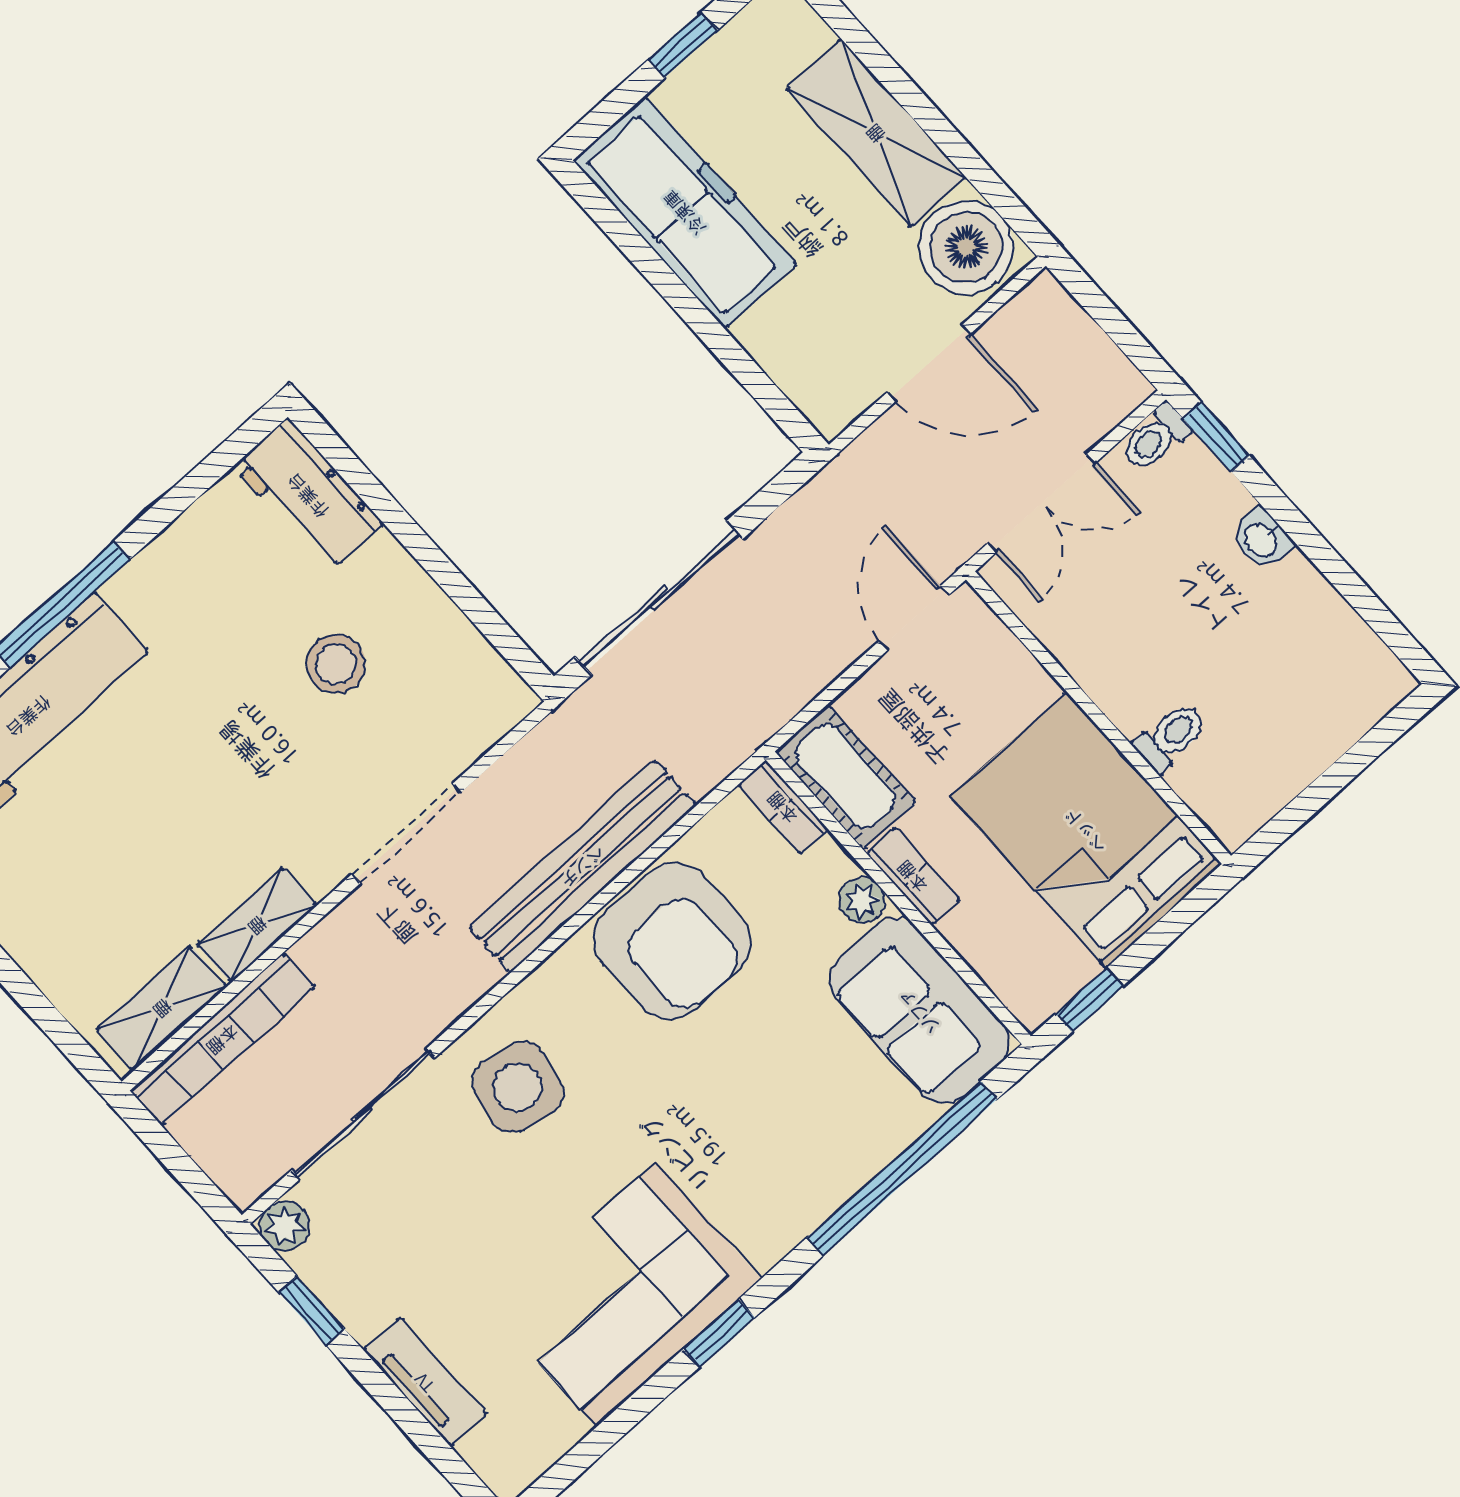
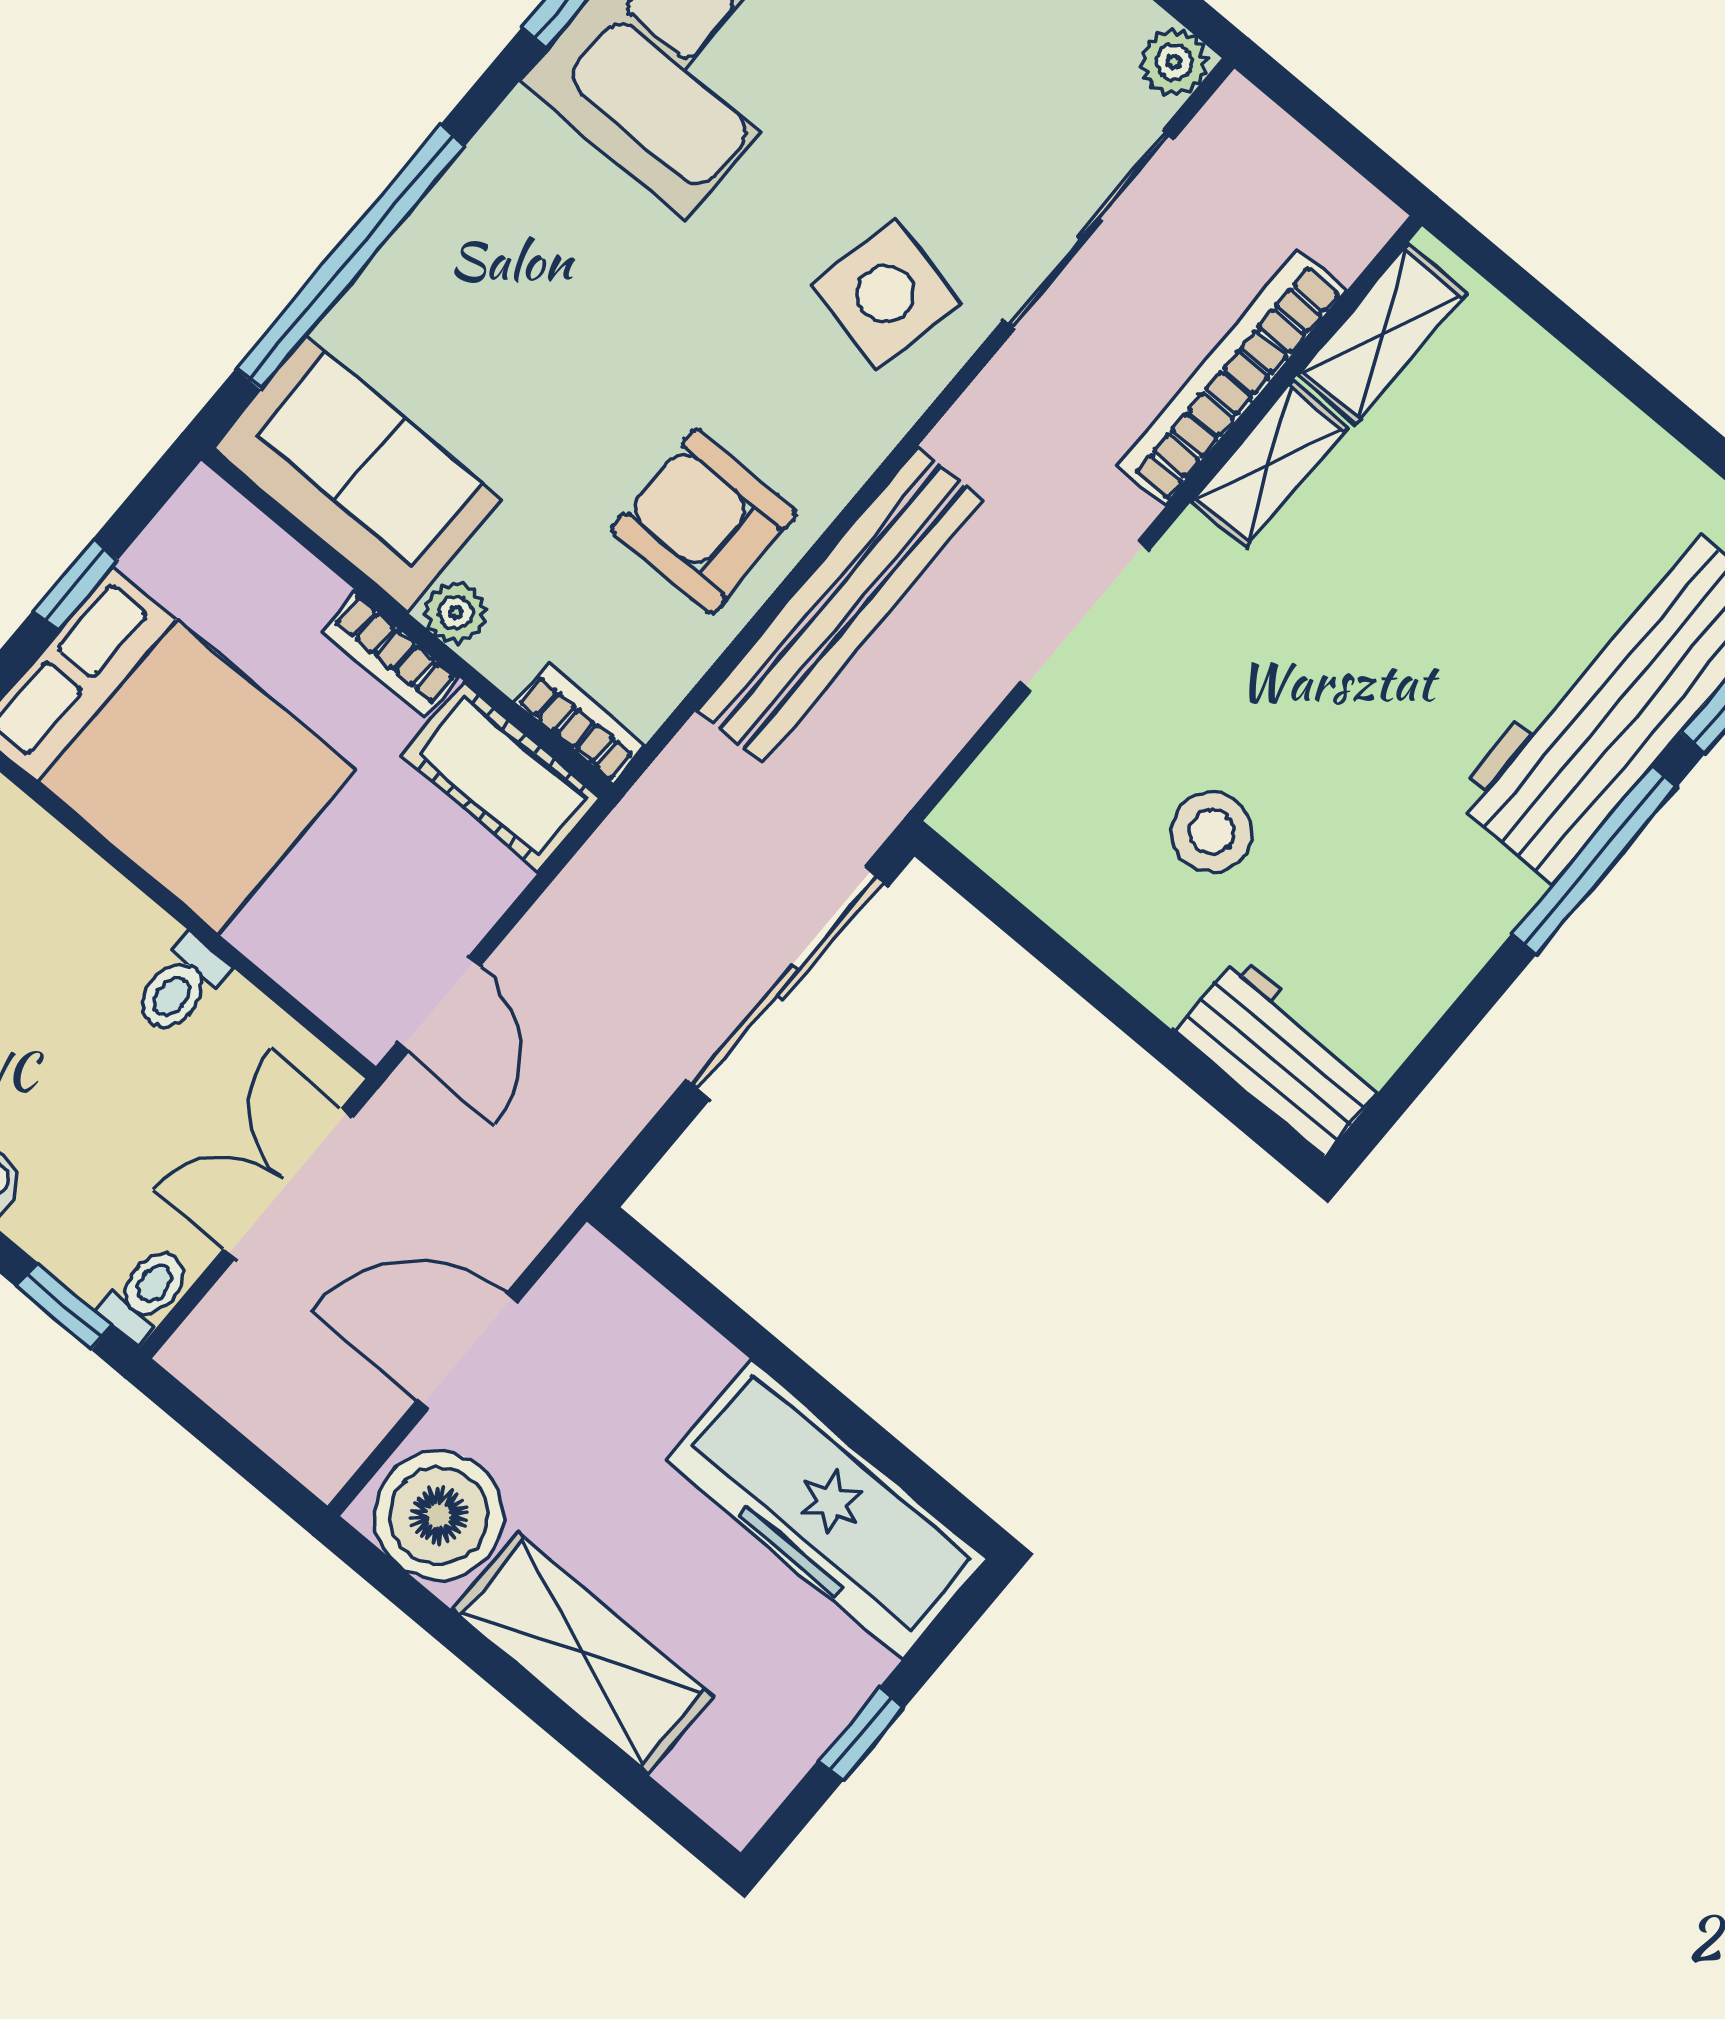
toilet: (1171, 737) -> (180, 986), moved
armchair: (672, 941) -> (704, 521), width x0.73, depth x0.73
window: (1089, 1000) -> (75, 585), moved
bookcase: (222, 1039) -> (1232, 378), moved

